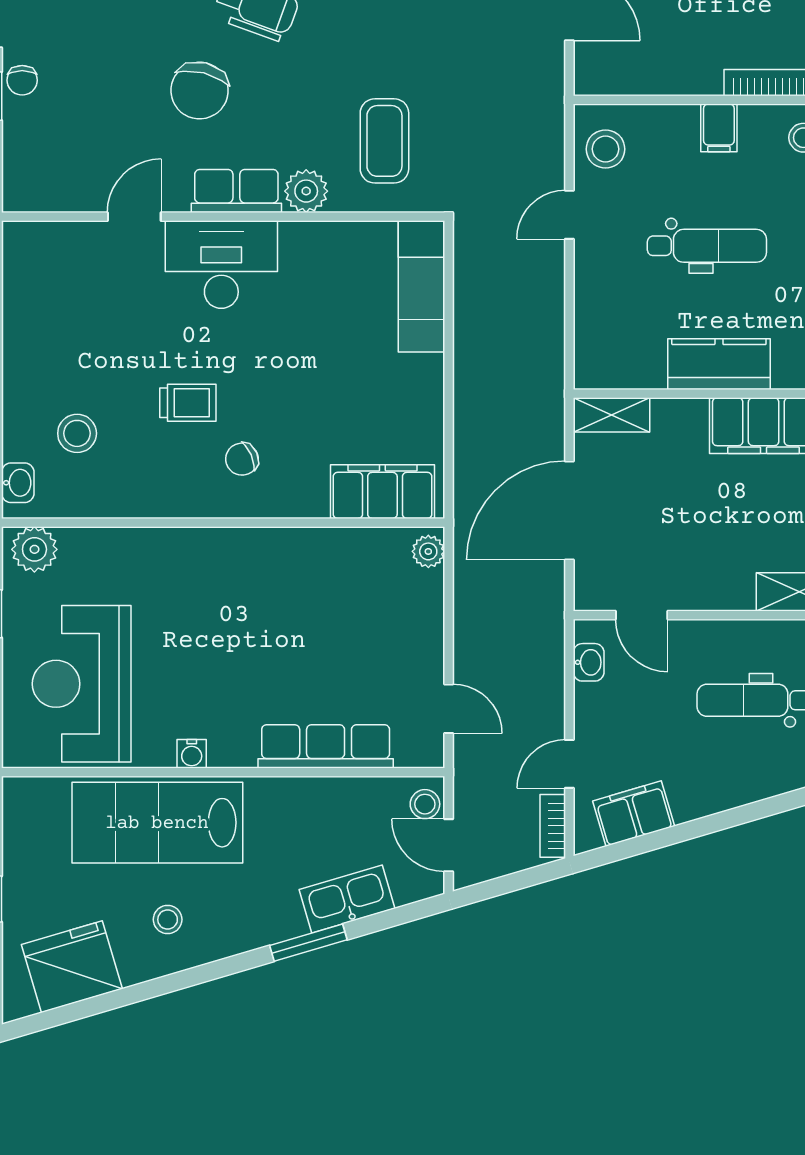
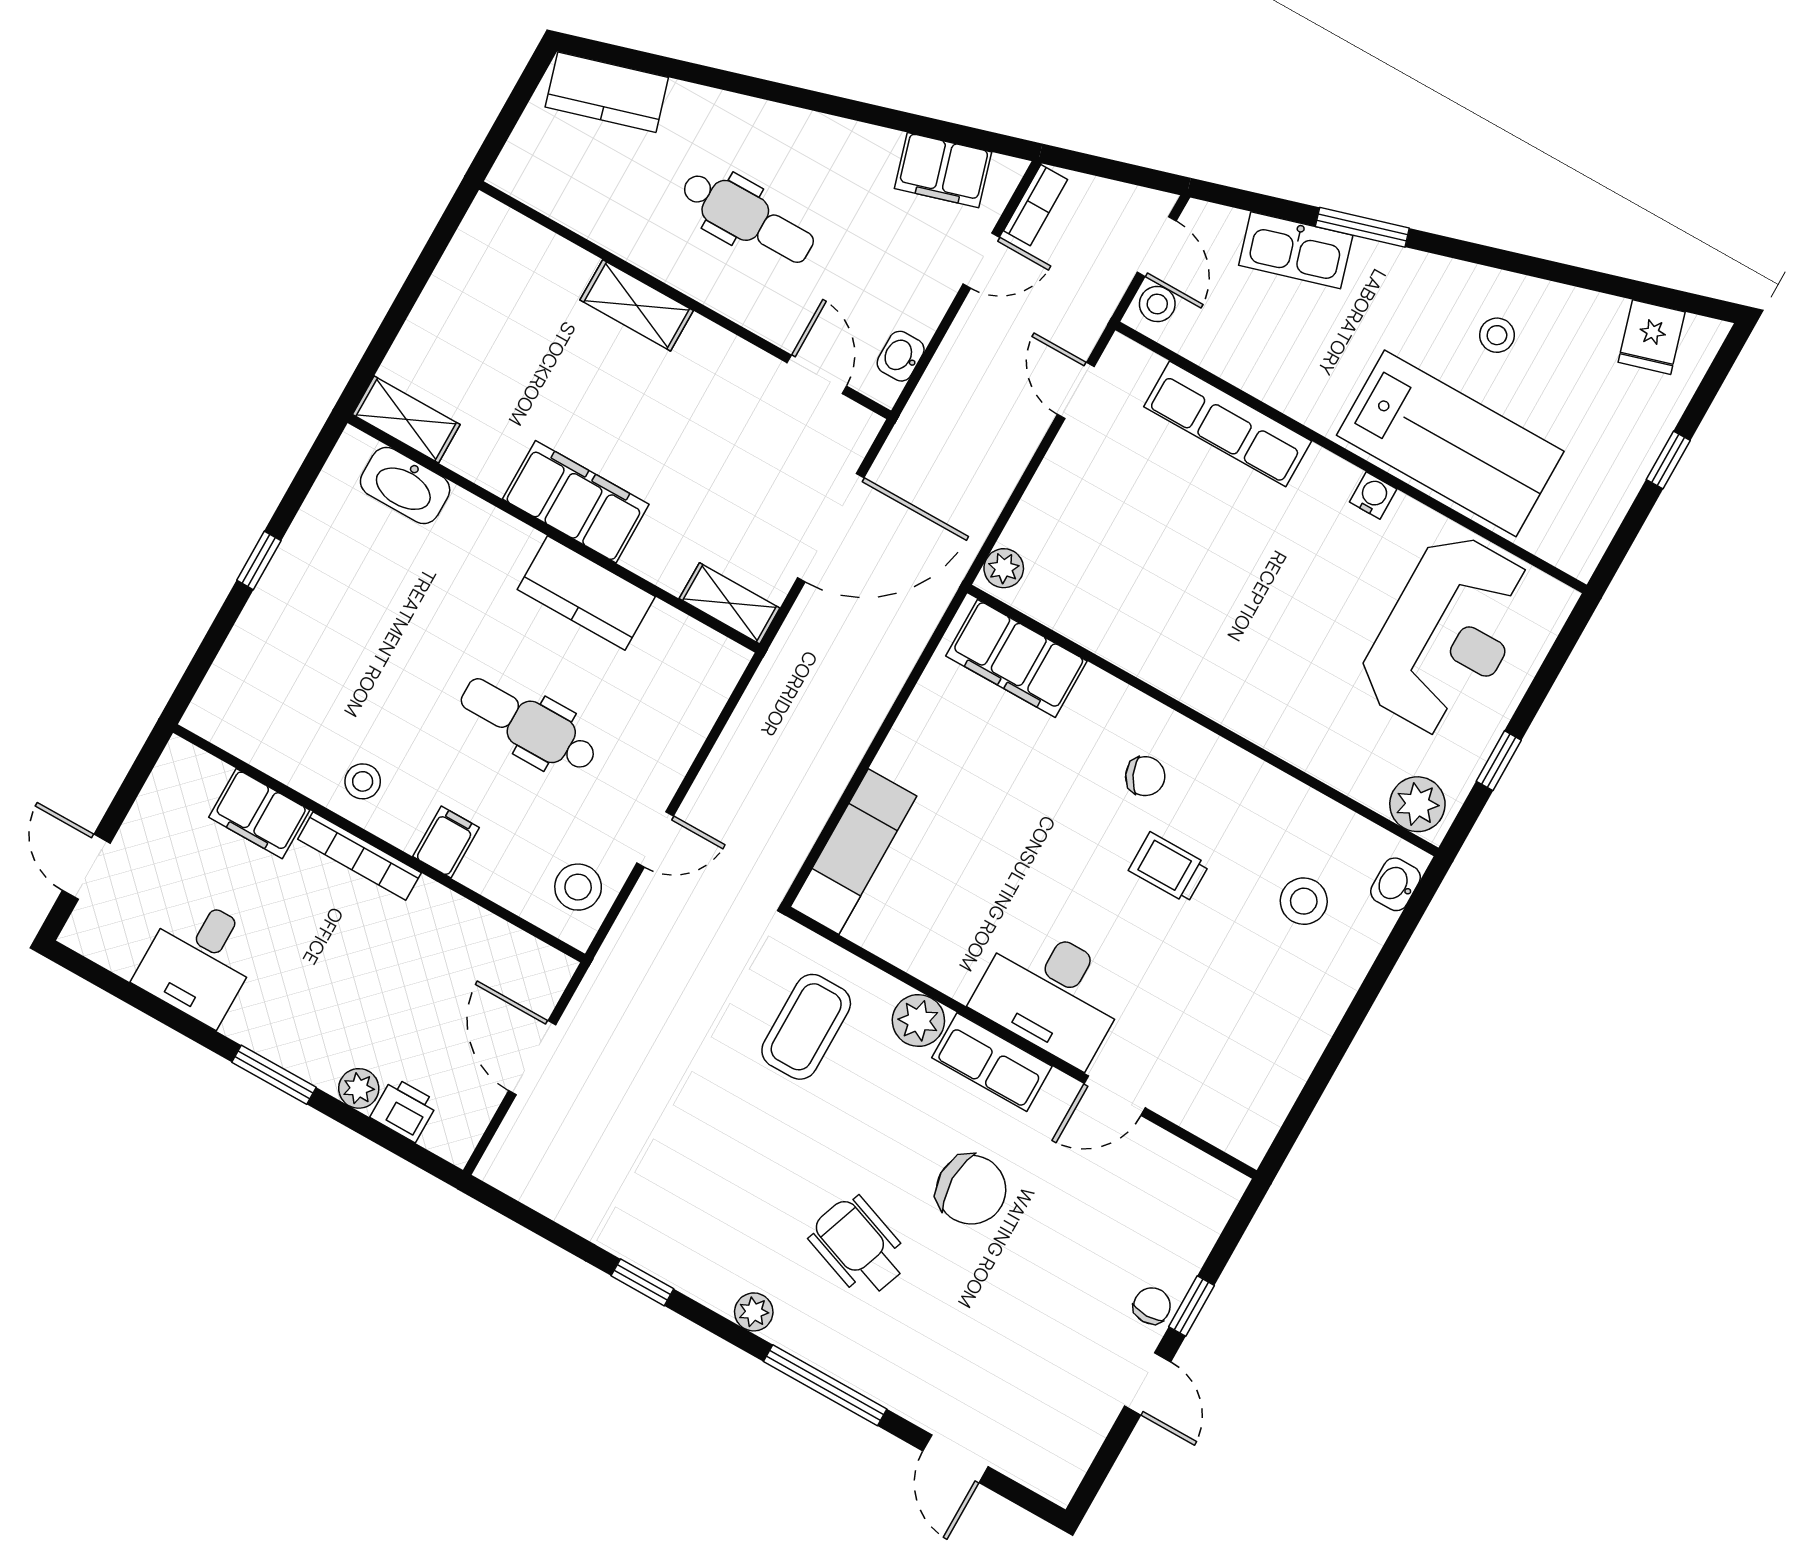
chair: (200, 91) -> (971, 1190), turned 76
fridge: (72, 967) -> (1652, 337), width x0.53, depth x0.75

